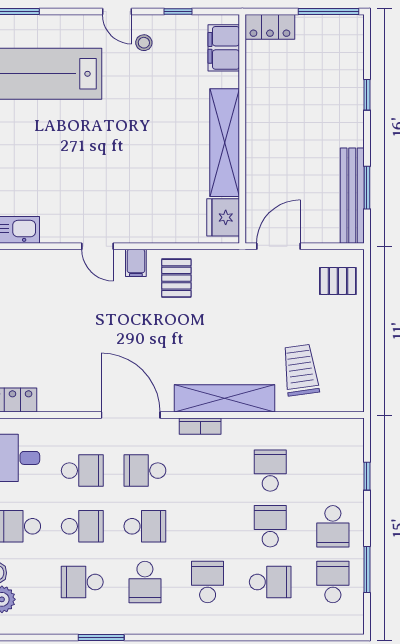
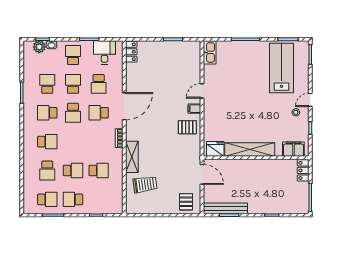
shelving: (224, 398) -> (132, 157), width x0.68
school desk: (145, 471) -> (99, 113), turned -90
school desk: (82, 526) -> (73, 84), turned 180

